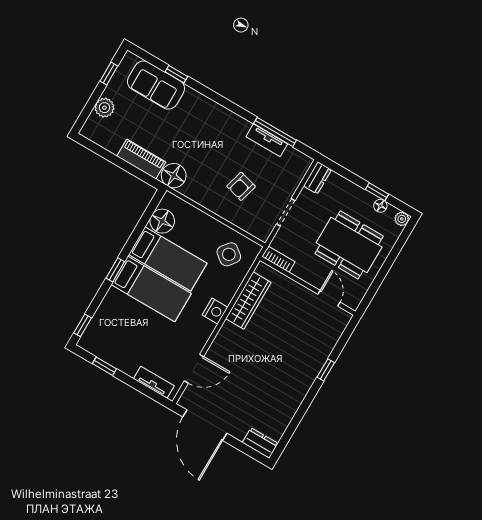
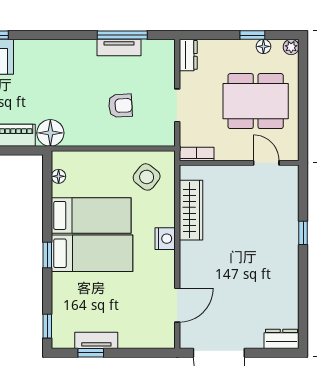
armchair: (241, 186) -> (120, 106), turned -108
floor lamp: (162, 221) -> (59, 176), width x0.53, depth x0.53
tv unit: (154, 382) -> (96, 340), moved

